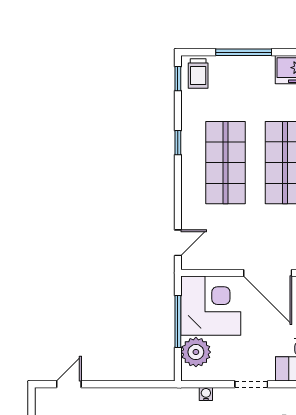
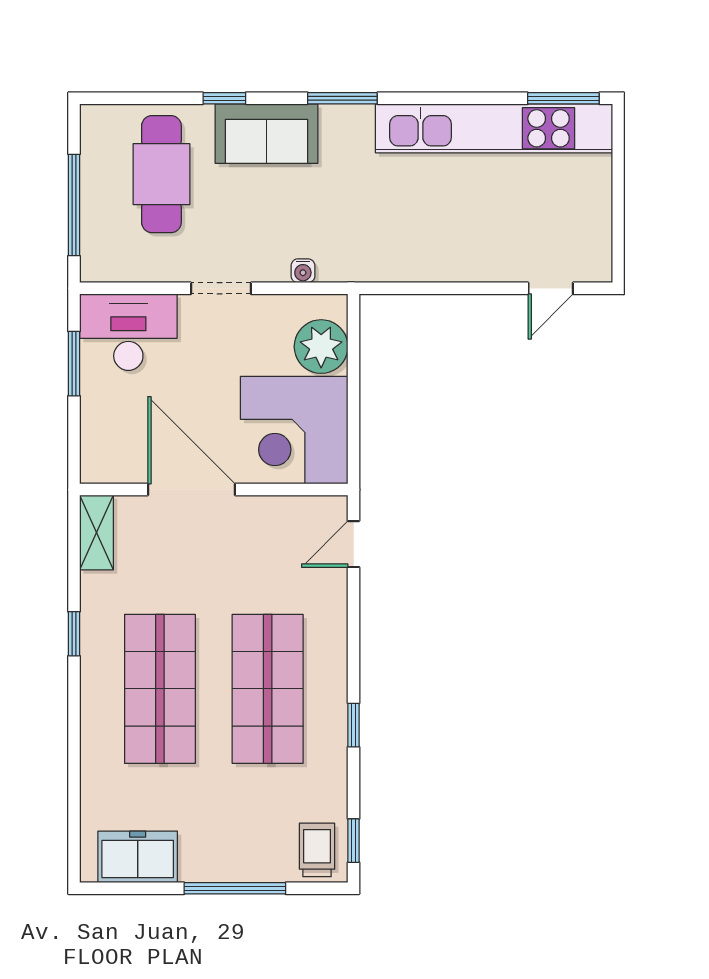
window: (178, 322) -> (354, 402), removed

